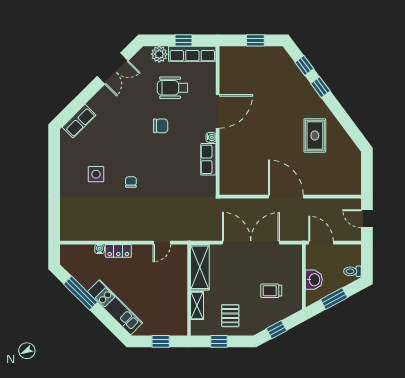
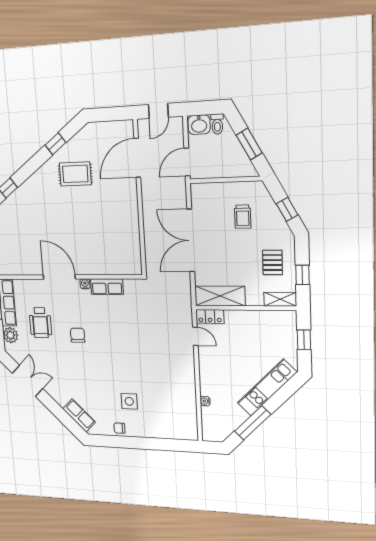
window: (320, 87) -> (55, 144), moved
chair: (131, 182) -> (119, 428), moved
door: (286, 197) -> (137, 158), moved
locker: (118, 251) -> (210, 316), moved, turned 90
washbasin: (314, 280) -> (199, 125), moved, turned 180
shelving: (197, 305) -> (280, 299), moved
pallet: (230, 316) -> (272, 262), turned 90

